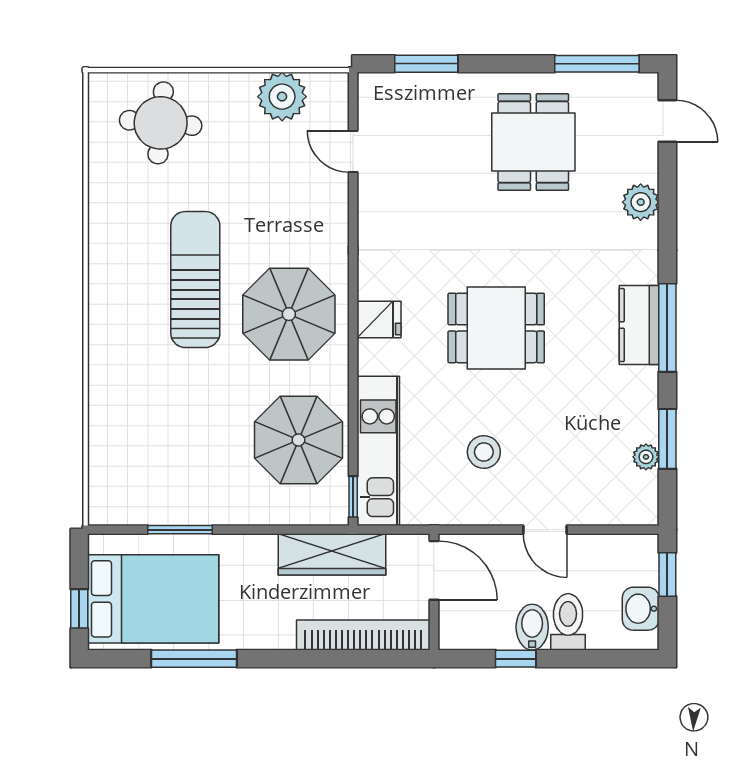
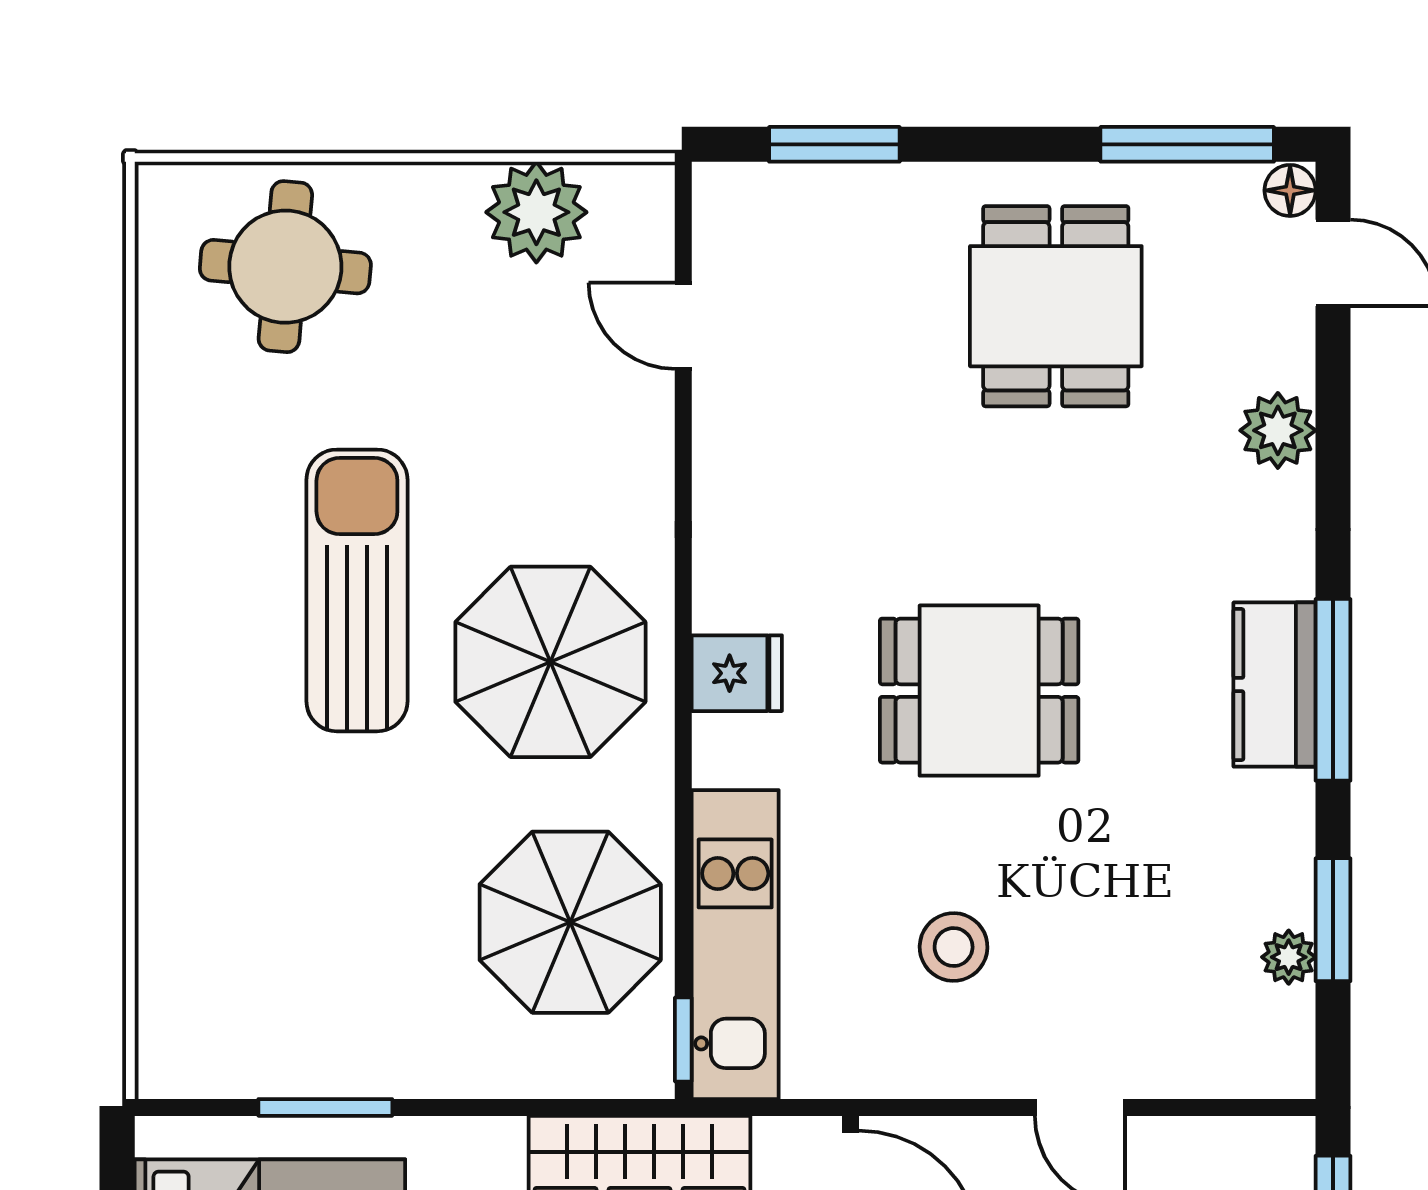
floor lamp: (647, 86) -> (1290, 190), added

